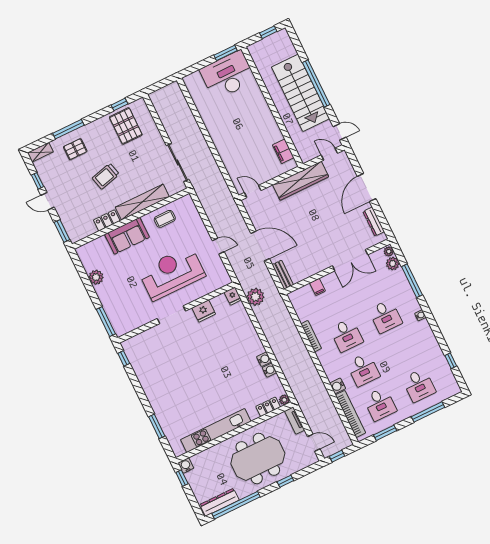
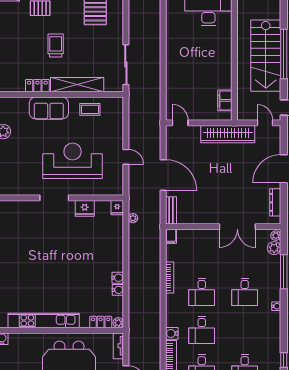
trolley: (106, 176) -> (56, 46), turned 105
filing cabinet: (317, 287) -> (171, 236), moved
plant: (255, 297) -> (133, 218), width x0.53, depth x0.53

